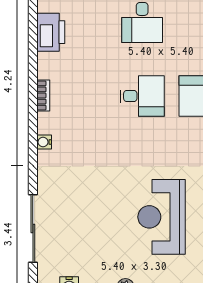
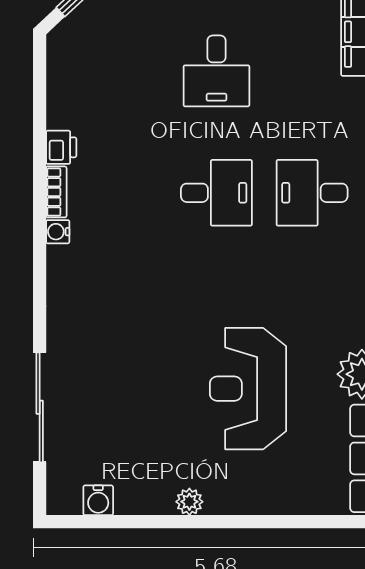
printer: (51, 32) -> (61, 147), moved, width x0.53, depth x0.68
water cooler: (44, 142) -> (58, 232), moved

